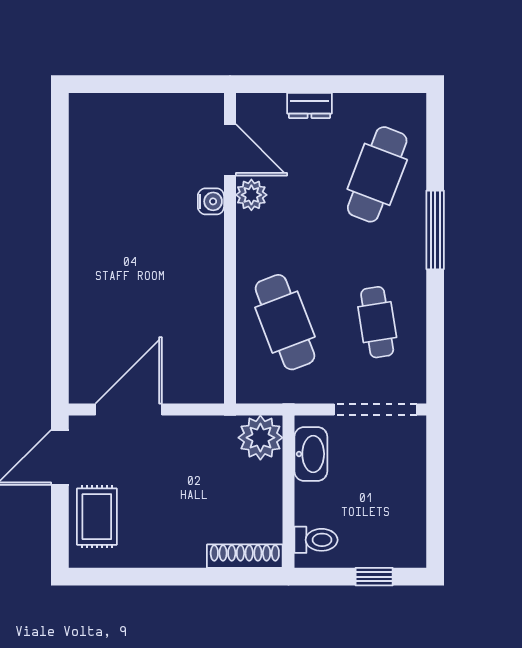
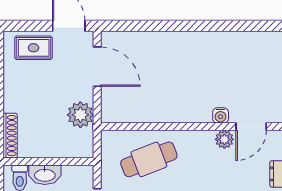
plant: (260, 438) -> (80, 115), moved
washbasin: (311, 454) -> (45, 175), moved

